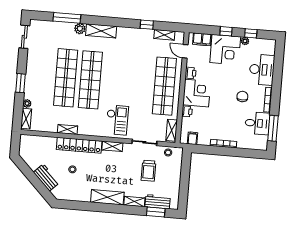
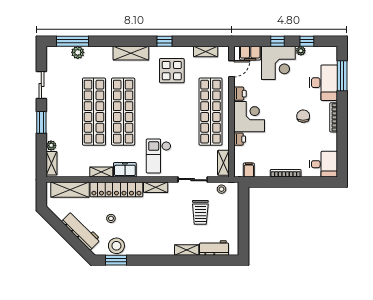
window: (67, 18) -> (72, 41), moved
window: (147, 25) -> (165, 41), moved
plant: (80, 29) -> (78, 52), moved
sliding door: (24, 37) -> (41, 85), moved
display table: (134, 49) -> (172, 71), added
door: (185, 51) -> (232, 69), swing flipped
checkout: (117, 120) -> (159, 156), turned 180
desk: (257, 123) -> (323, 164), moved
window: (273, 128) -> (342, 76), moved
freezer: (88, 129) -> (125, 170), added
workbench: (46, 178) -> (81, 231), width x1.38
stool: (75, 193) -> (116, 246), added
shelving: (107, 197) -> (70, 190), moved
window: (156, 212) -> (116, 260), moved

